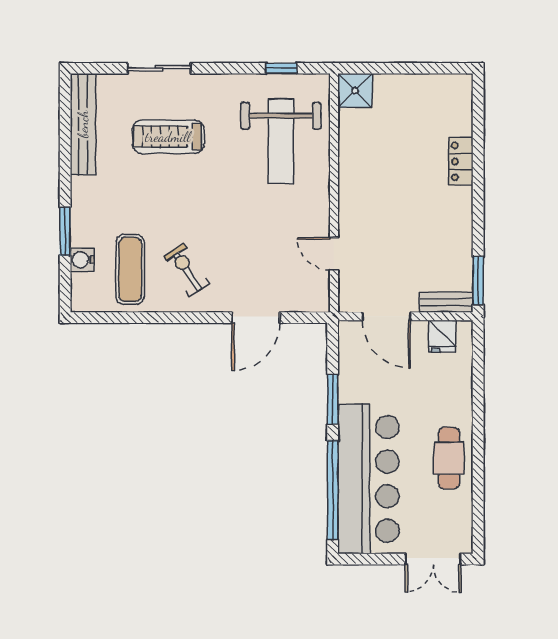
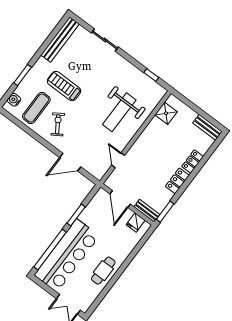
bench: (442, 85) -> (207, 127), added
shower: (355, 90) -> (166, 113), moved
treadmill: (168, 137) -> (64, 86), moved
weight bench: (281, 141) -> (119, 112), moved
locker: (460, 213) -> (177, 181), added
water cooler: (82, 260) -> (14, 100), moved

